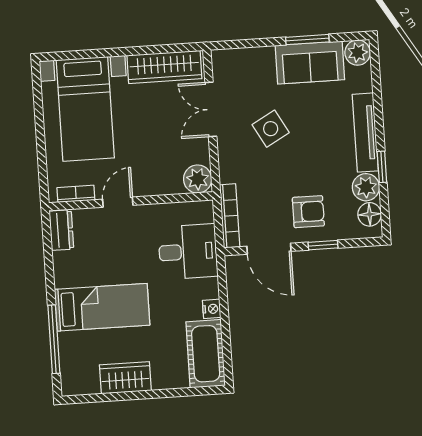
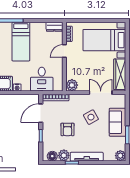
sofa: (310, 63) -> (118, 122), moved
door: (118, 202) -> (64, 51), swing flipped
armchair: (308, 212) -> (67, 129), moved

